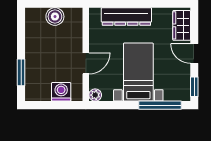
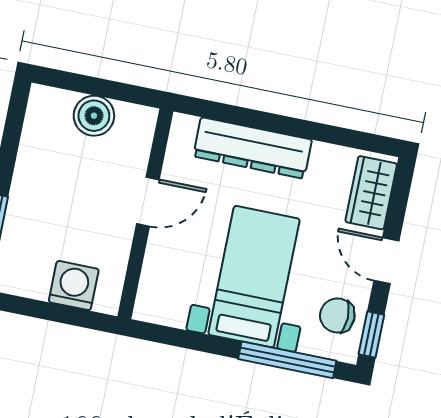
door: (86, 63) -> (148, 202), moved
chair: (178, 82) -> (337, 315), added
plant: (95, 95) -> (148, 308), removed

